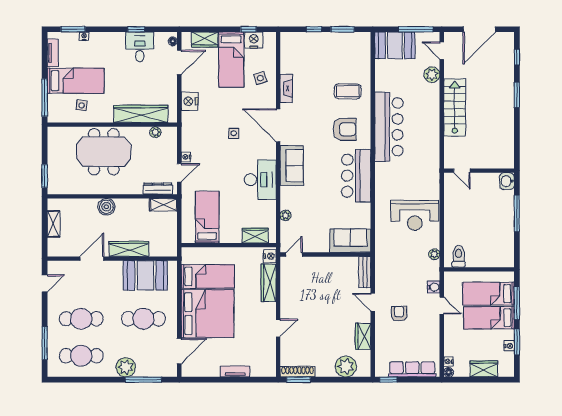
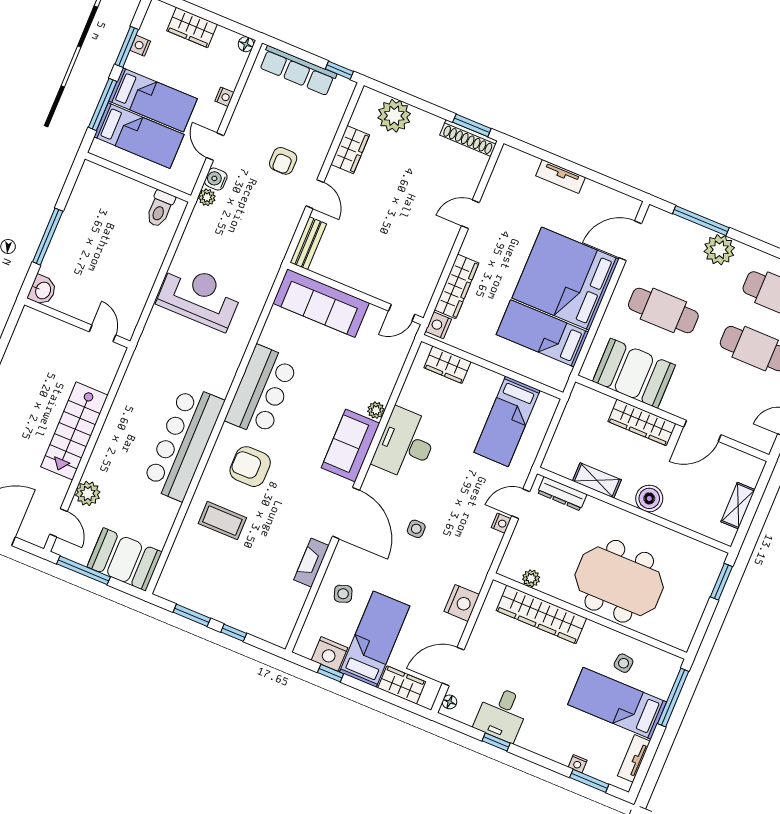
shelving: (163, 205) -> (597, 480), moved
plant: (285, 215) -> (376, 410), moved
sofa: (350, 241) -> (321, 303), width x1.36
plant: (434, 254) -> (207, 197), moved
nightstand: (448, 362) -> (224, 97), moved

